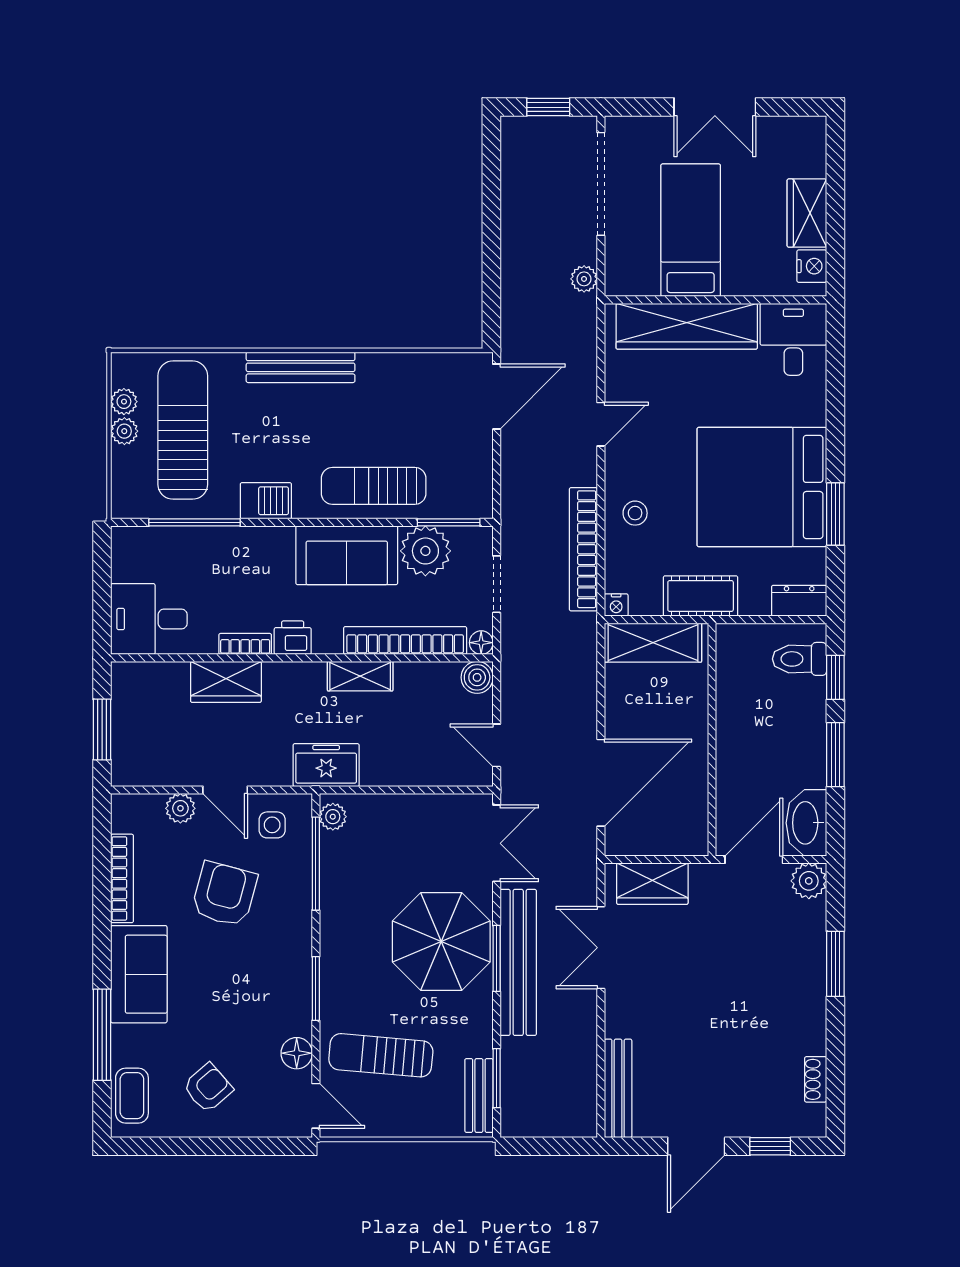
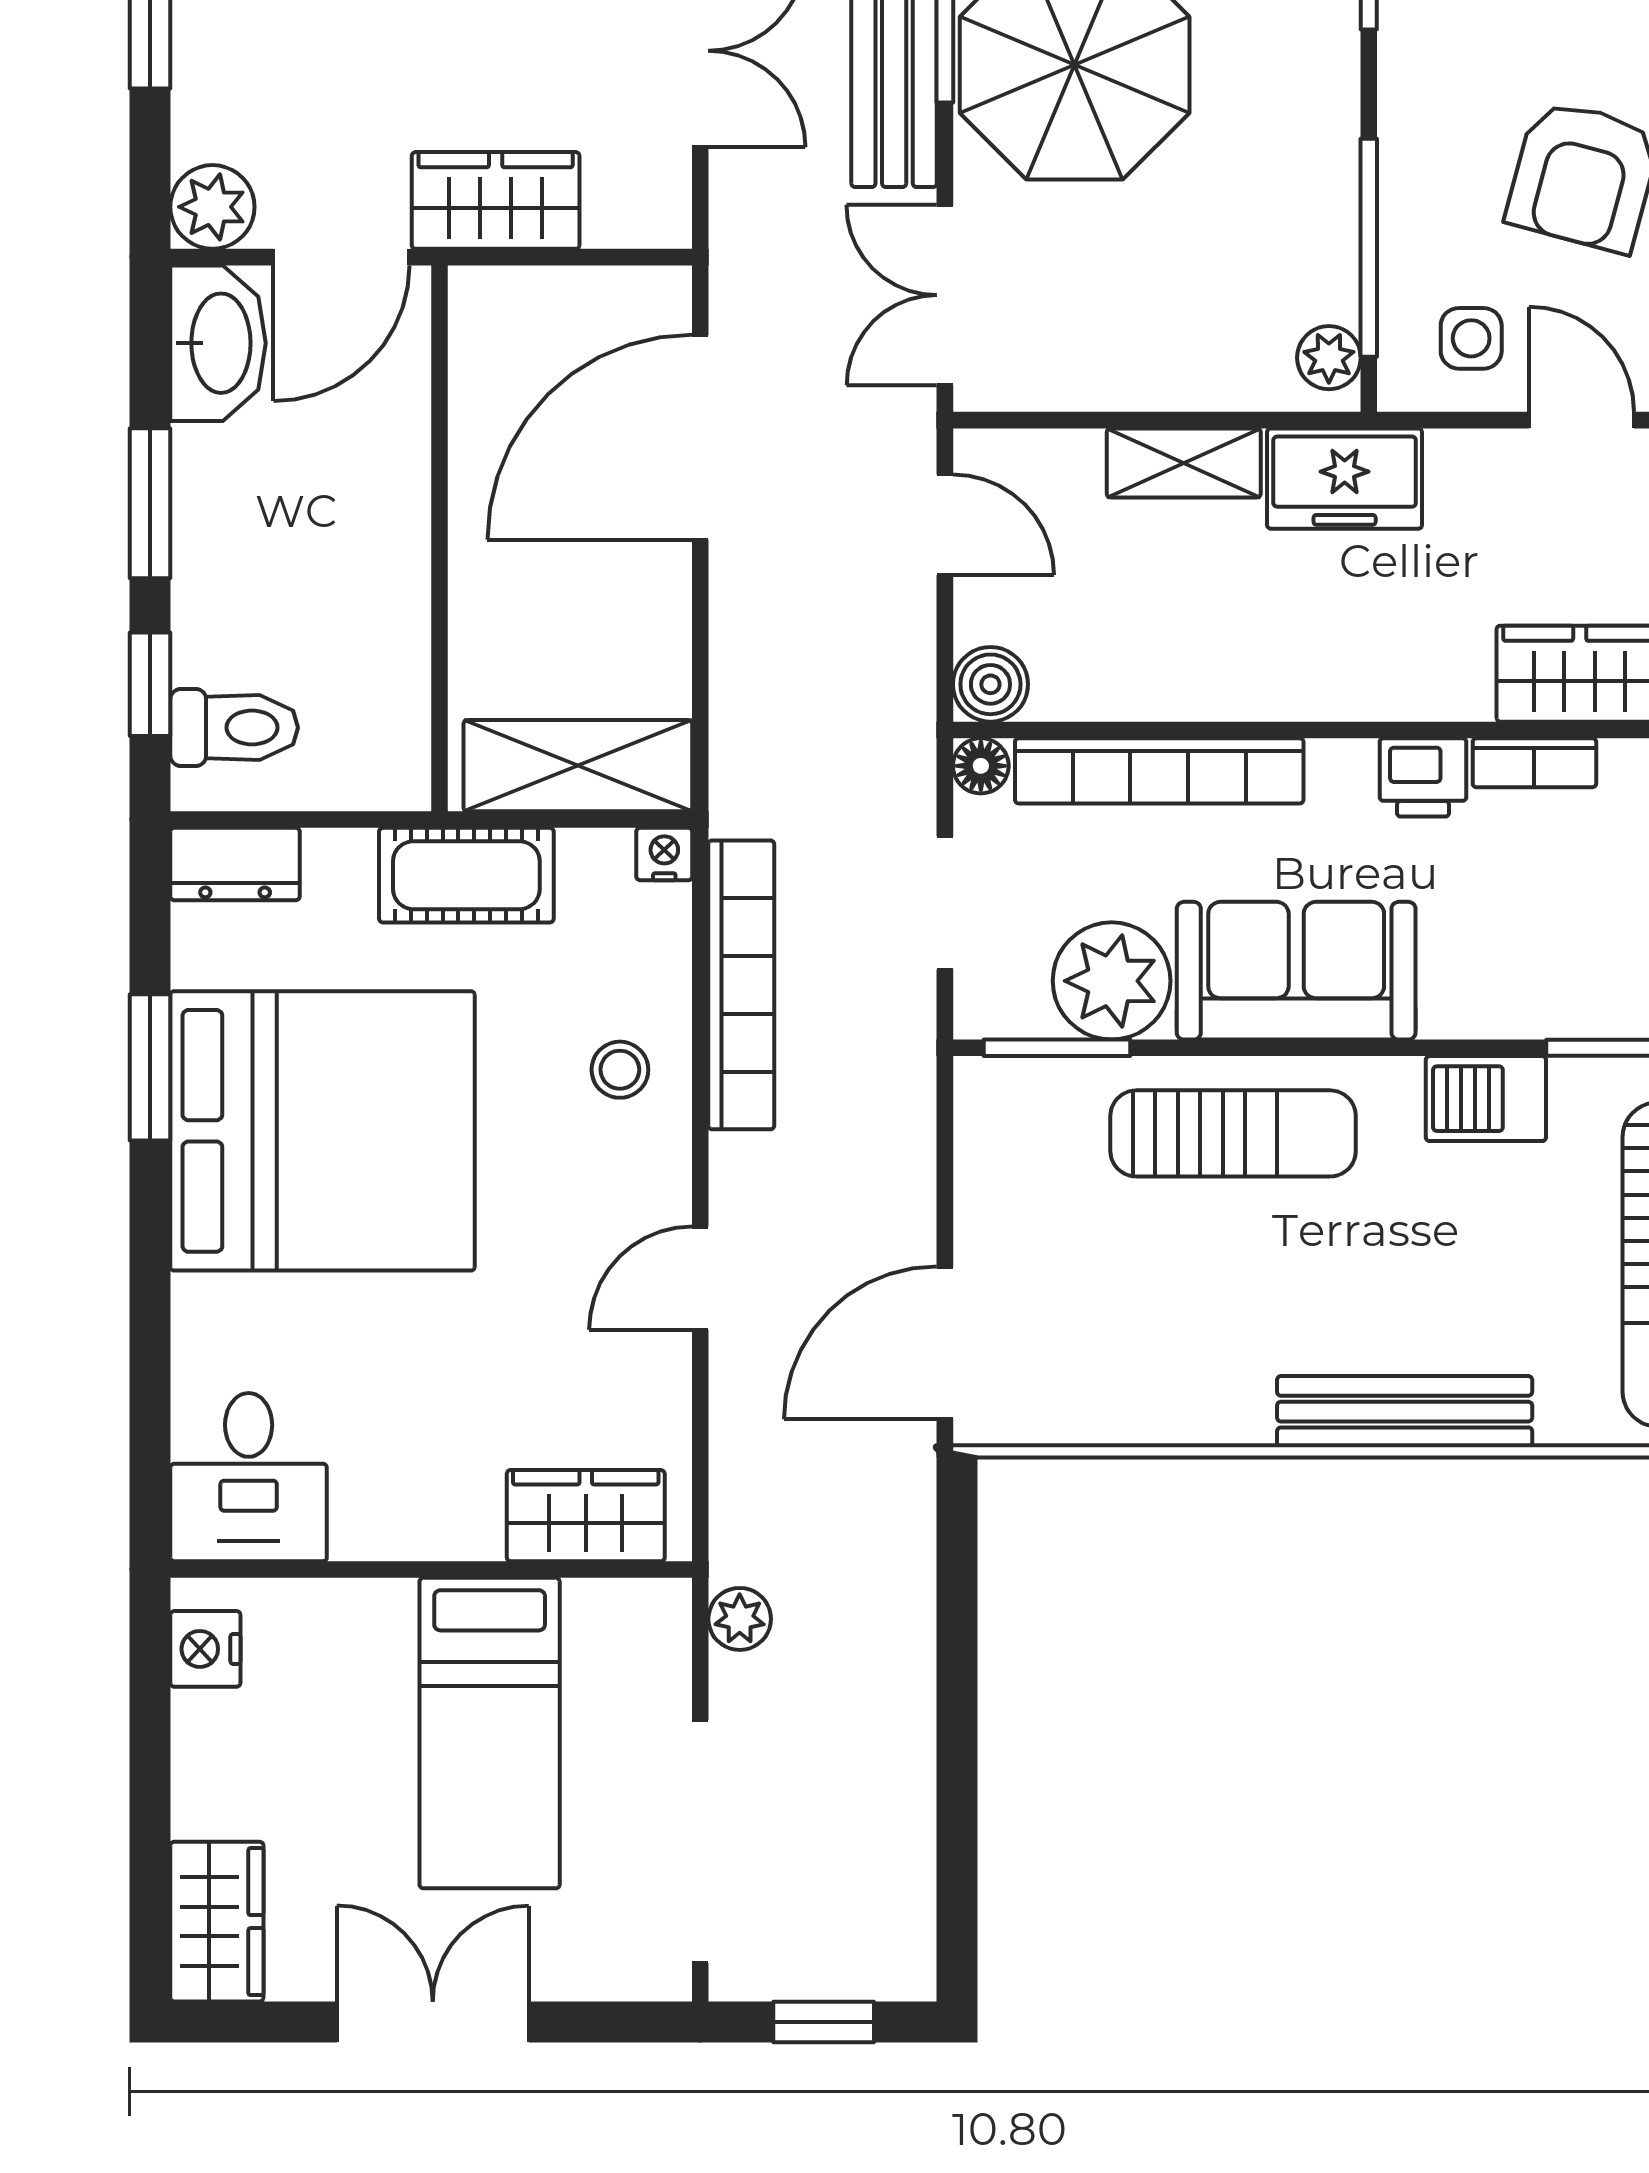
wardrobe: (807, 213) -> (217, 1922), moved
wardrobe: (687, 326) -> (586, 1516), width x0.48, depth x0.85
shelving: (360, 676) -> (1184, 463), moved
wardrobe: (652, 884) -> (496, 200), moved

